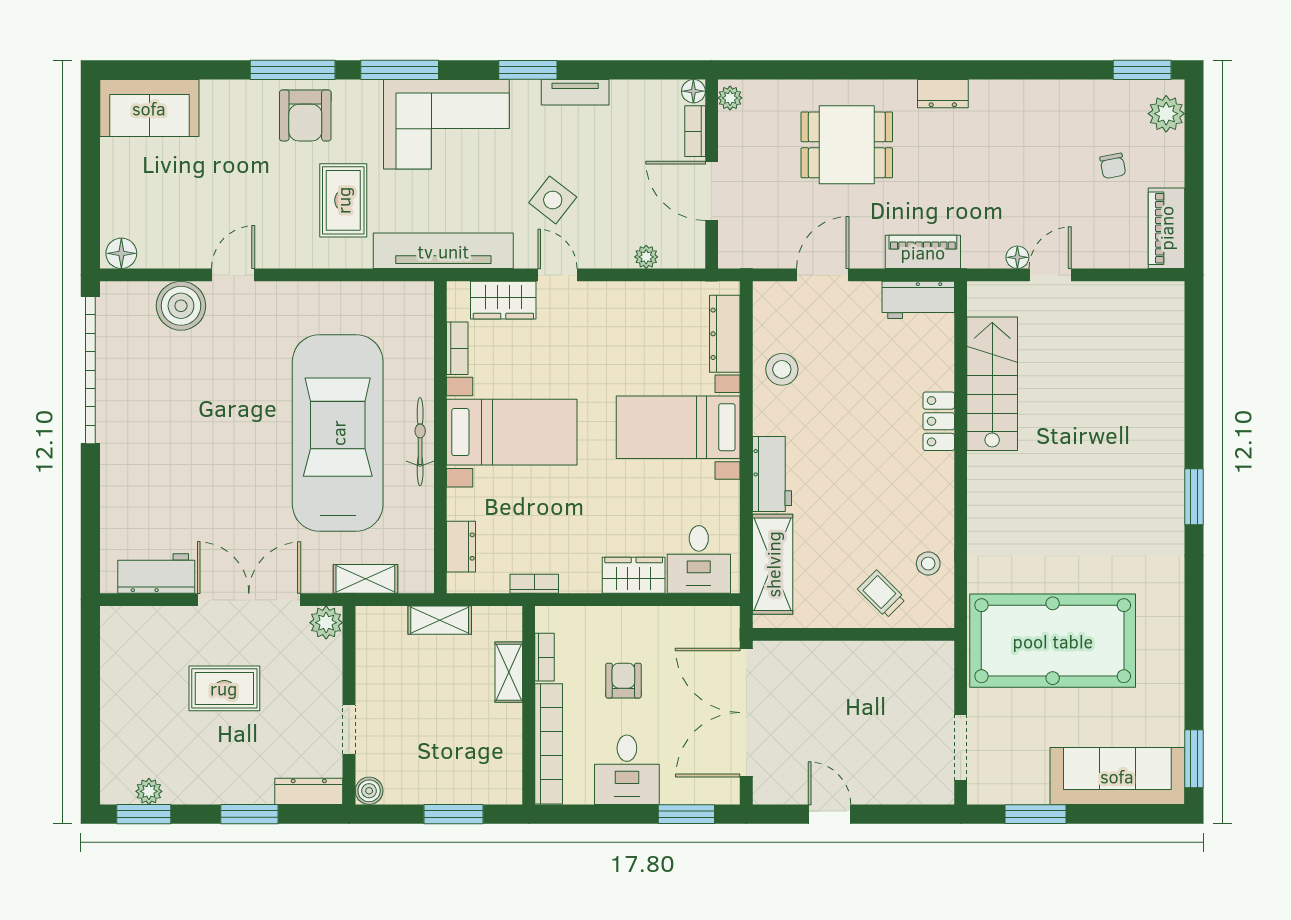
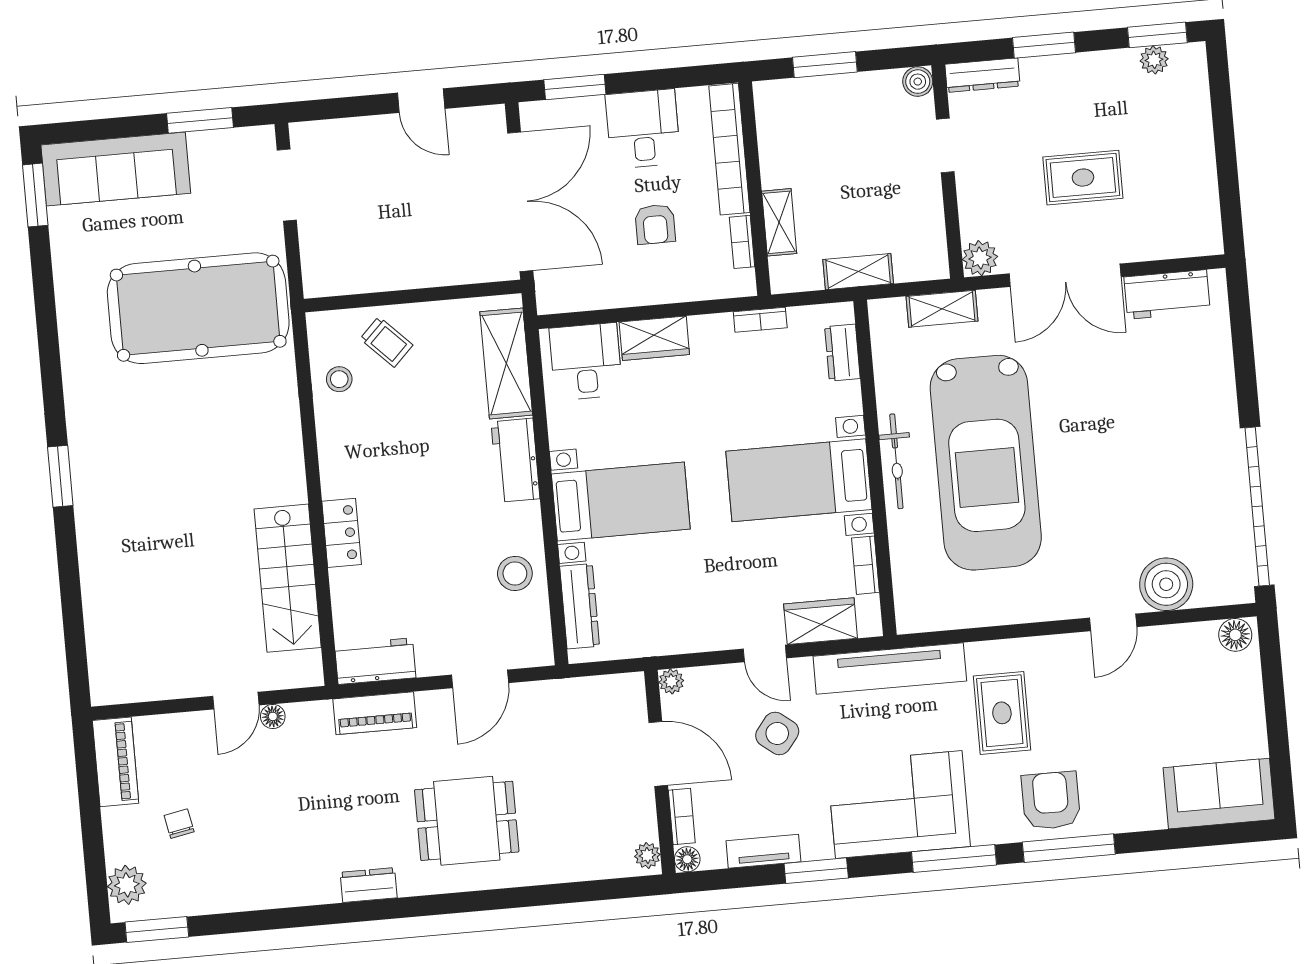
floor lamp: (693, 91) -> (687, 859), moved
plant: (730, 98) -> (647, 855), moved
bookcase: (695, 131) -> (682, 817), moved
wall: (712, 174) -> (660, 772), moved
door: (712, 191) -> (658, 754), moved

